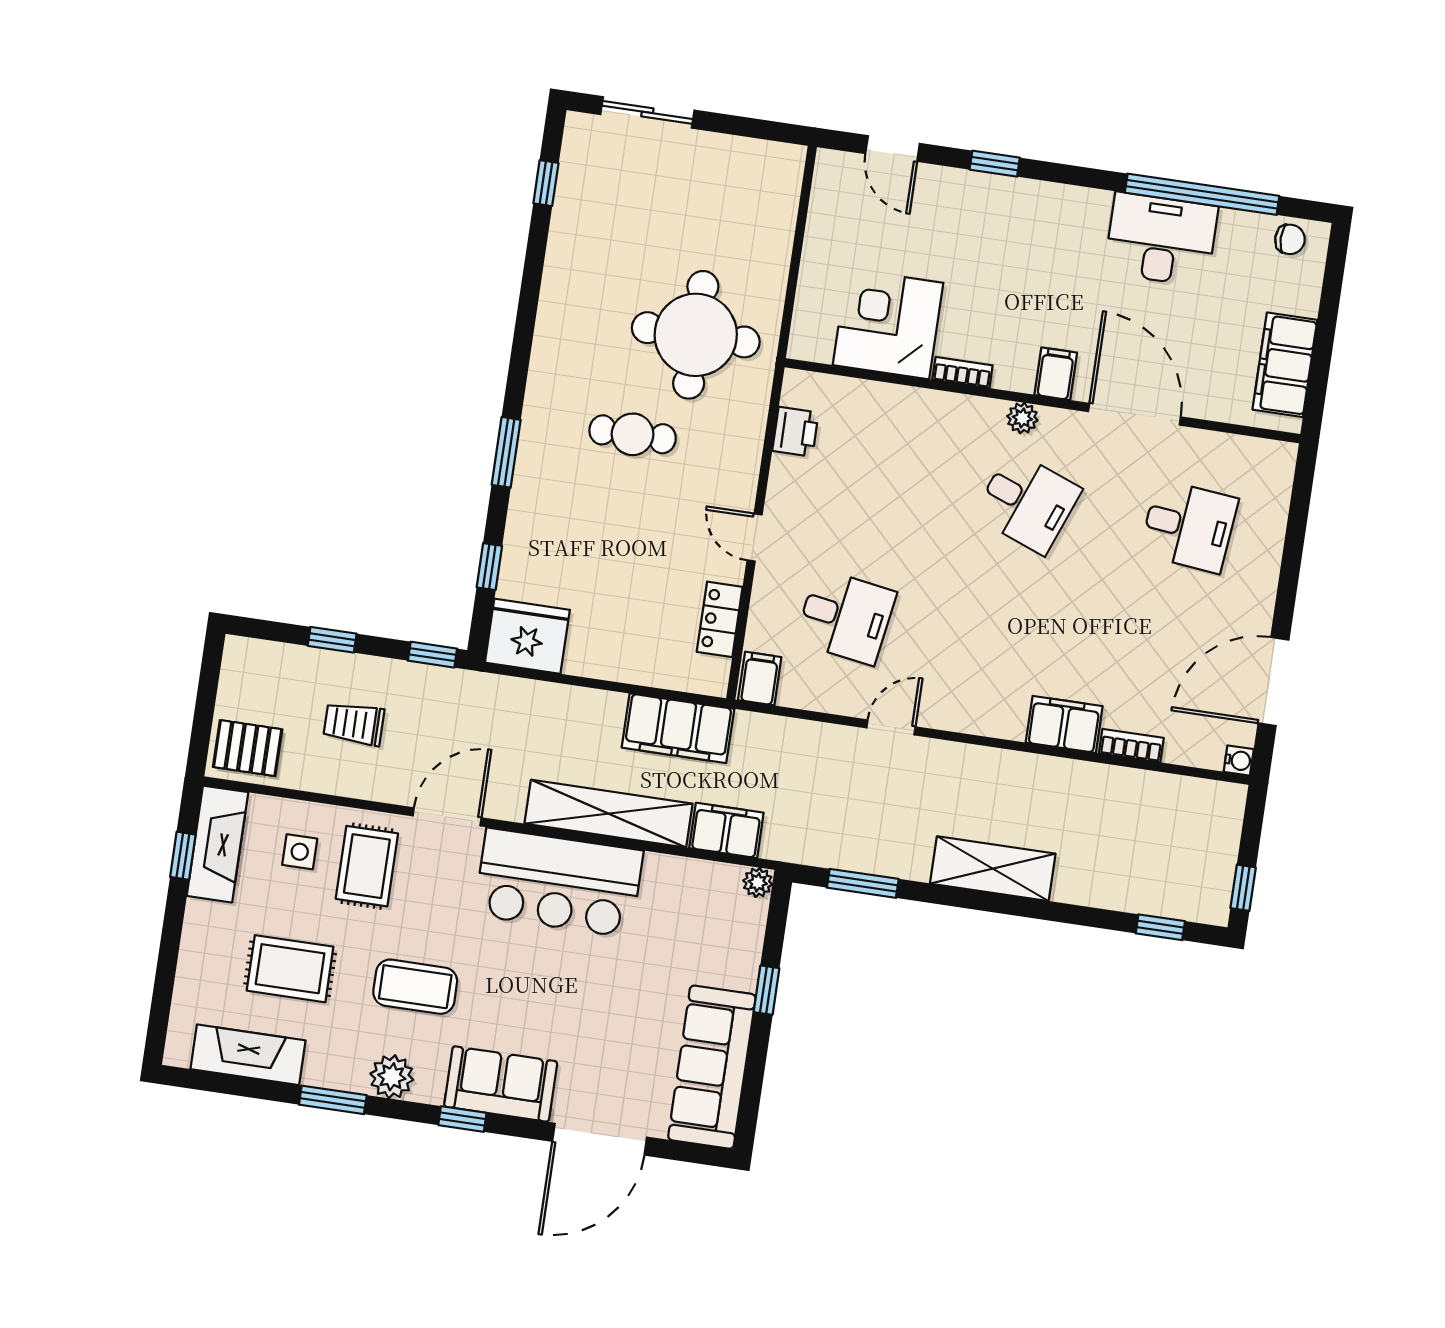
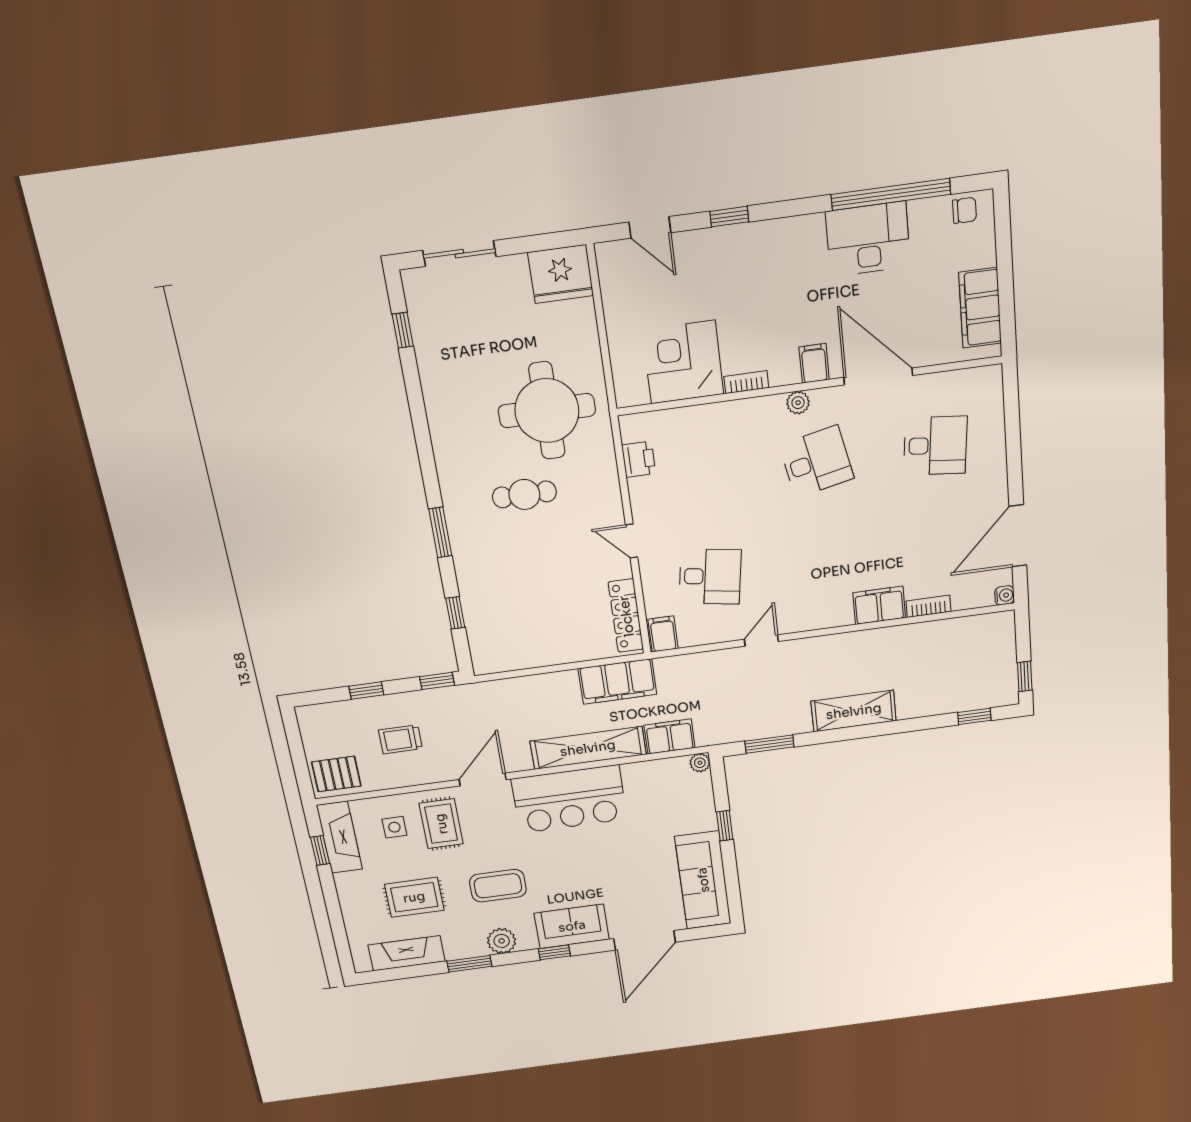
desk: (1027, 502) -> (817, 462), turned -33
locker: (720, 619) -> (626, 616), width x1.53
fridge: (527, 636) -> (561, 274), moved, turned 180

